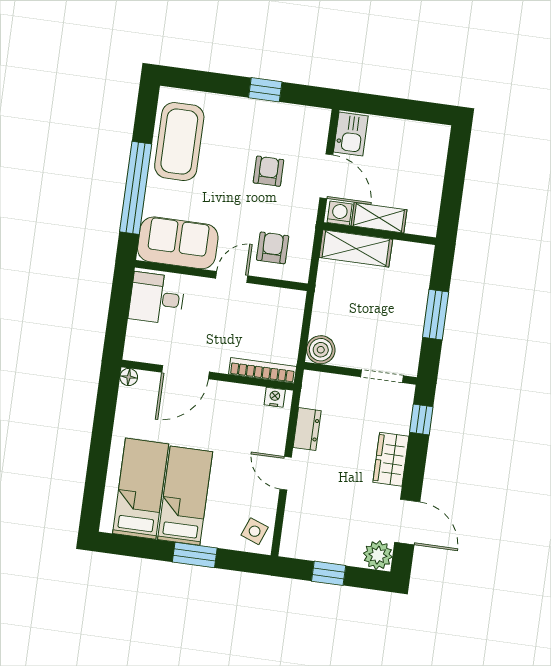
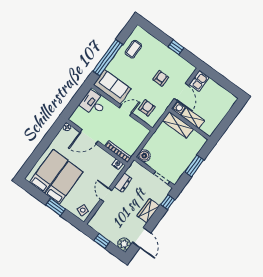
coffee table: (179, 142) -> (133, 49), width x0.54, depth x0.58

